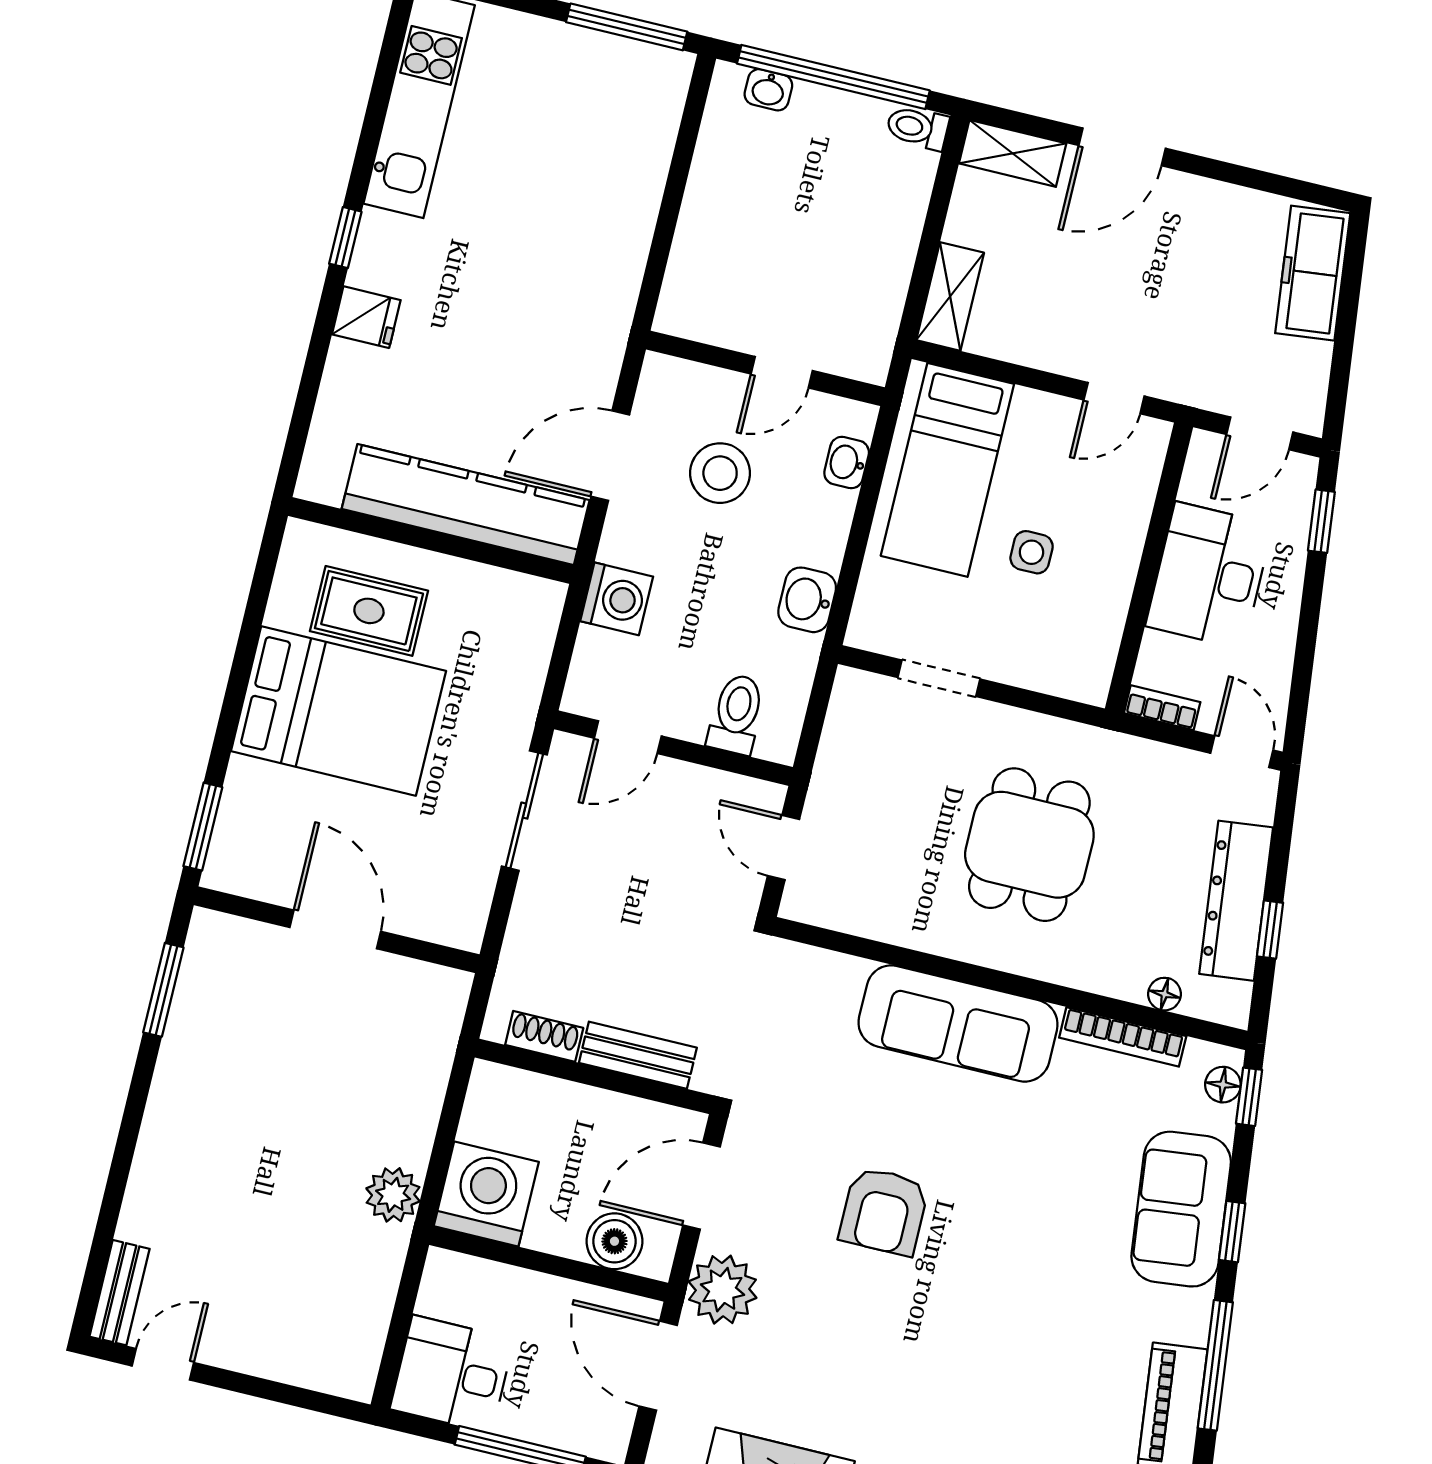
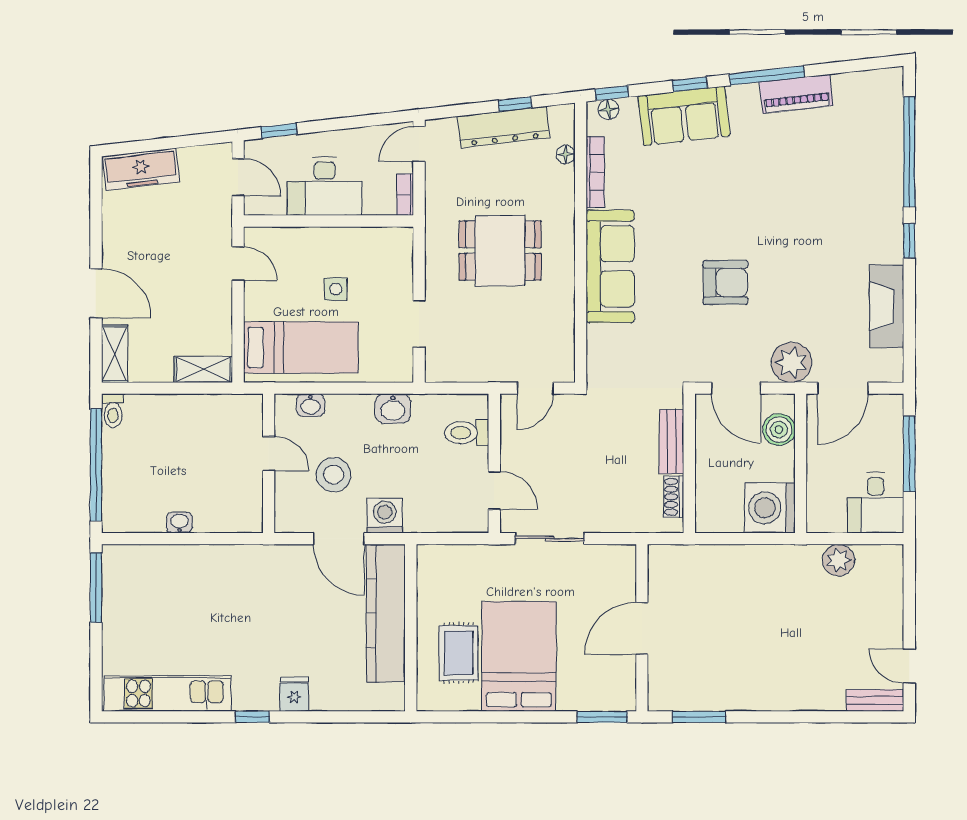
washbasin: (768, 90) -> (179, 523), moved, turned -90
washing machine: (617, 599) -> (385, 516), moved
plant: (393, 1195) -> (839, 560), moved

